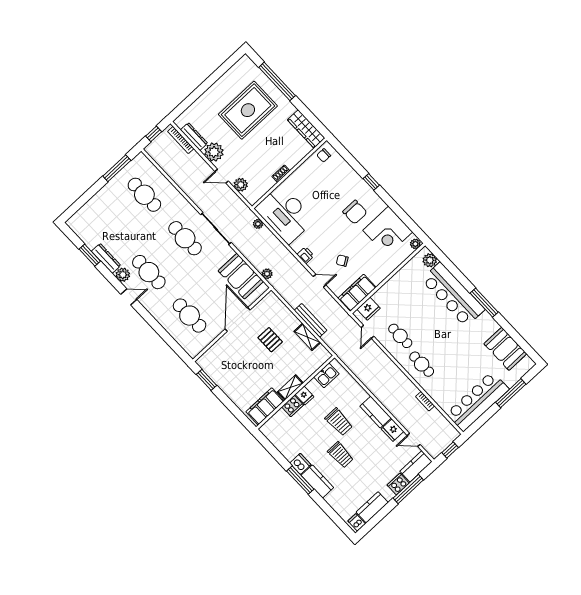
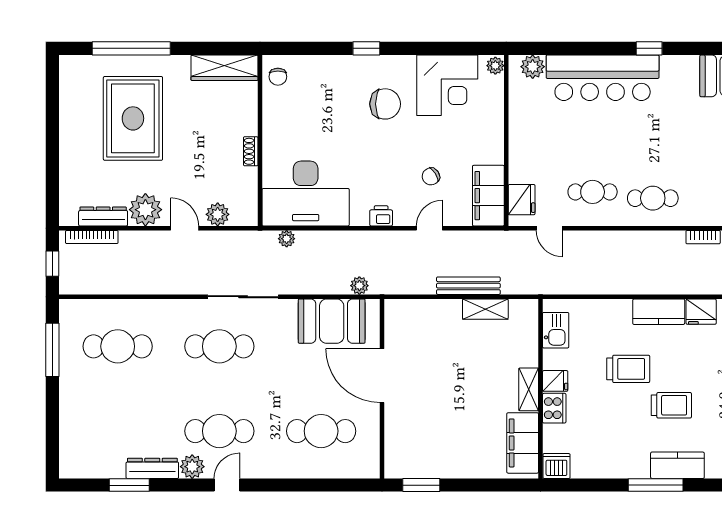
door: (222, 176) -> (185, 228), swing flipped
window: (484, 303) -> (649, 48), width x0.46
pallet: (270, 340) -> (445, 359), removed
dishwasher: (300, 464) -> (556, 466), moved

